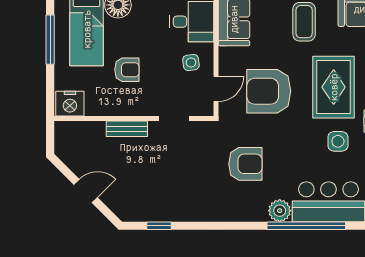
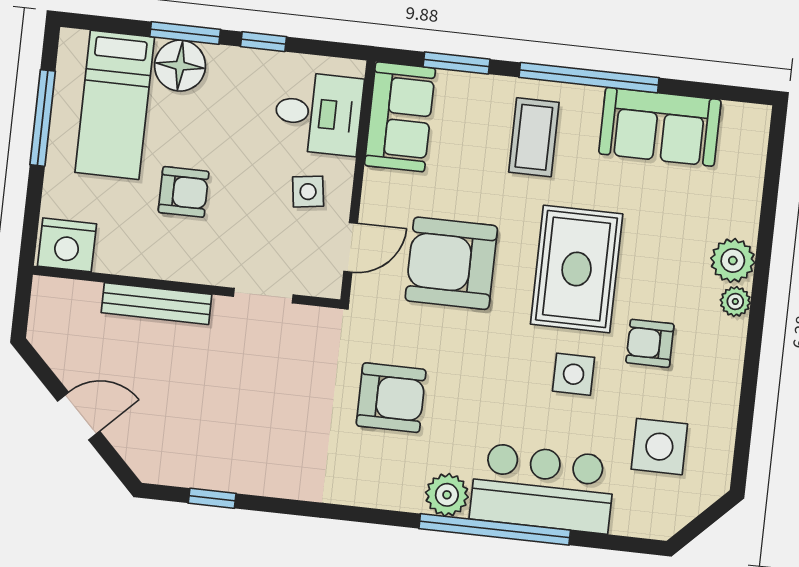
bench: (127, 129) -> (157, 304), width x1.36

